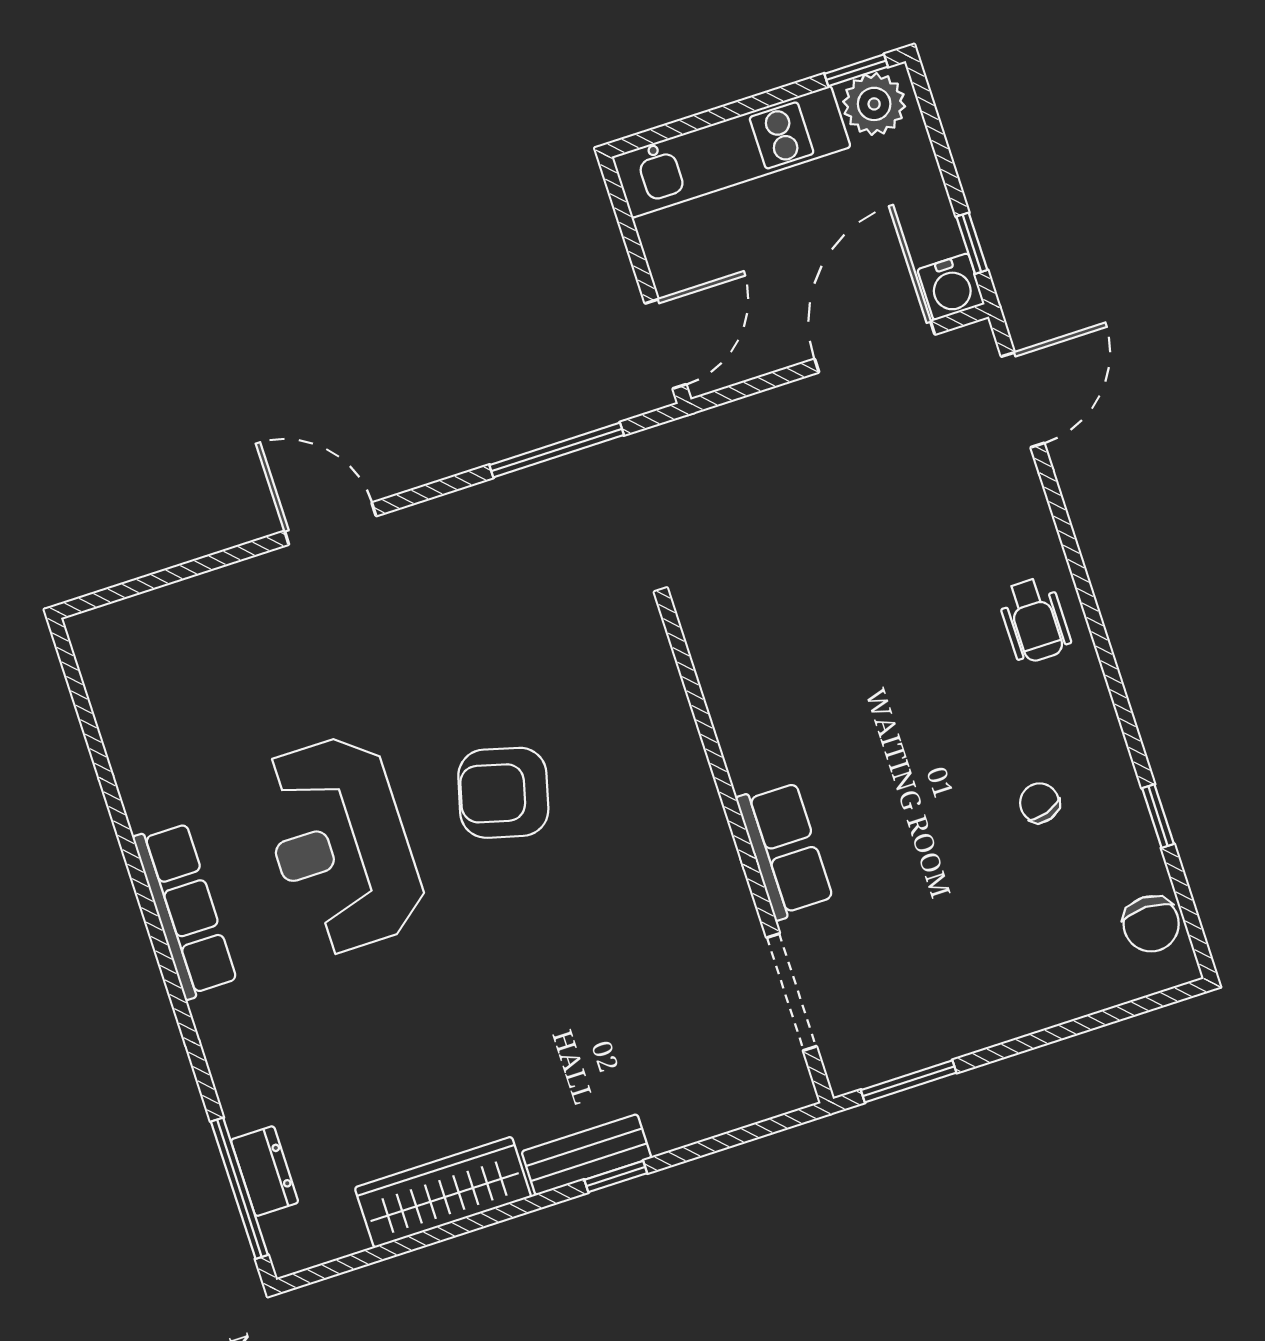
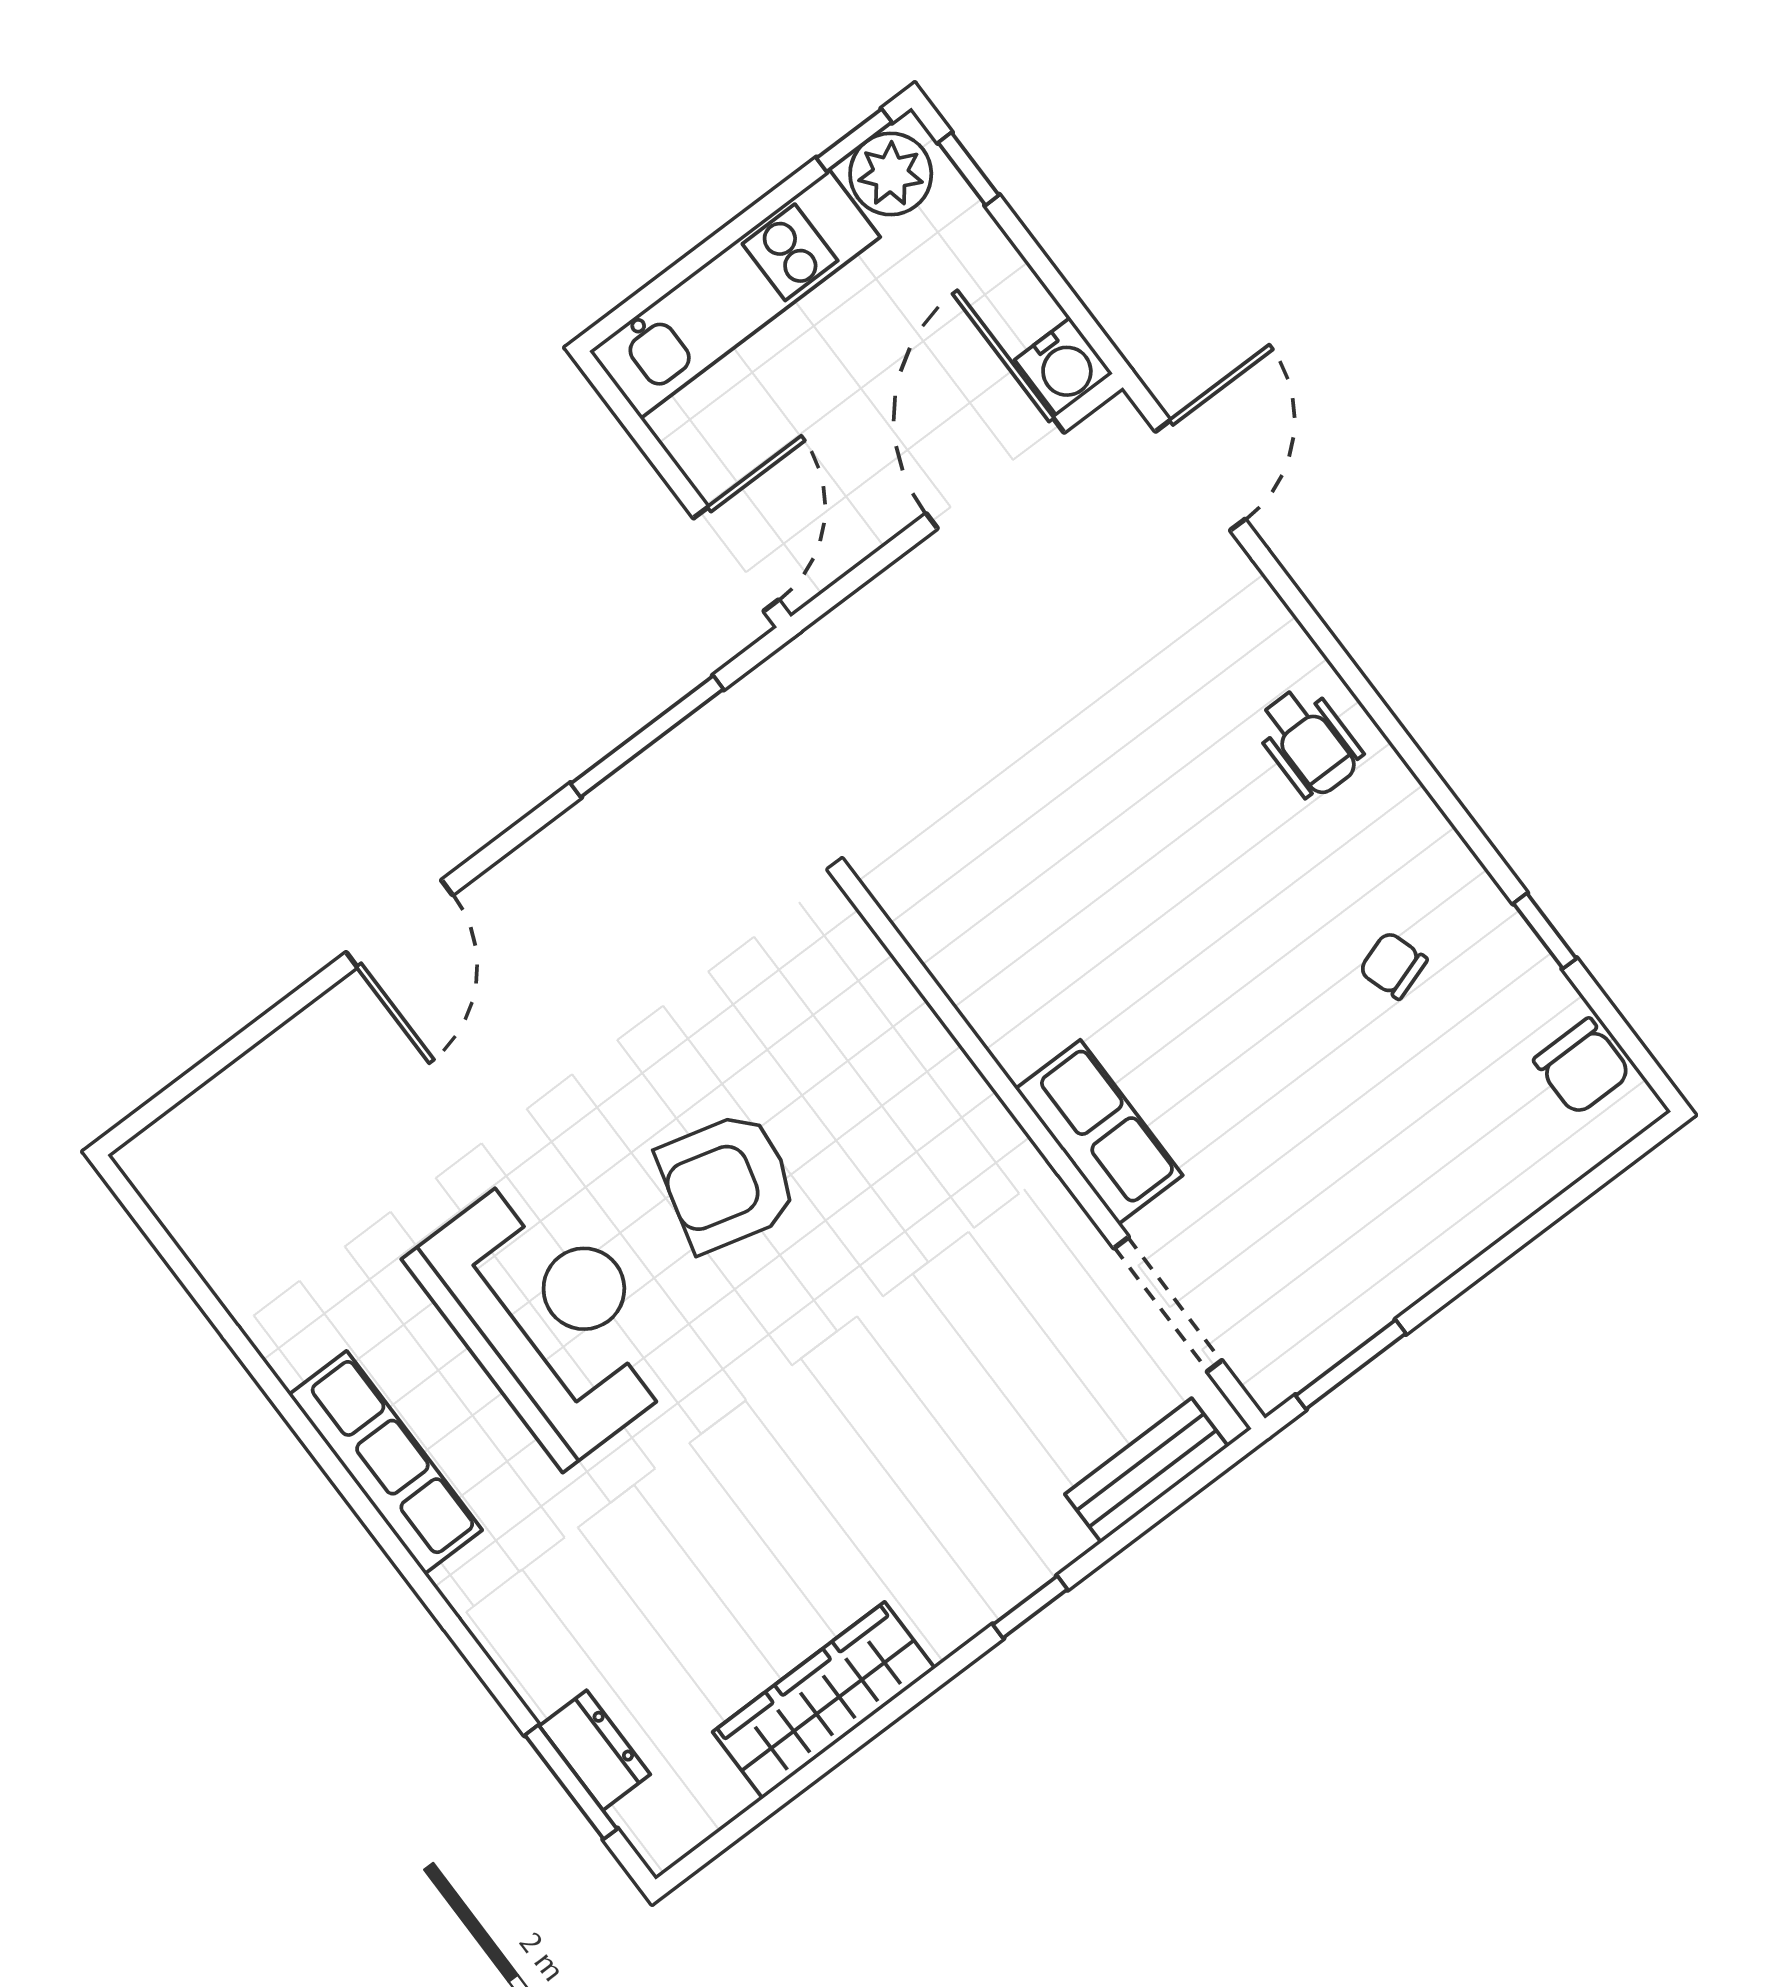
window: (972, 243) -> (969, 169), moved
door: (330, 524) -> (399, 924), swing flipped
reception desk: (341, 845) -> (549, 1315), turned 180
bench: (586, 1155) -> (1147, 1470), moved
window: (239, 1188) -> (571, 1782), width x0.69

